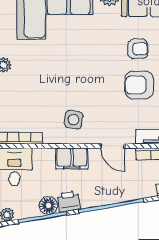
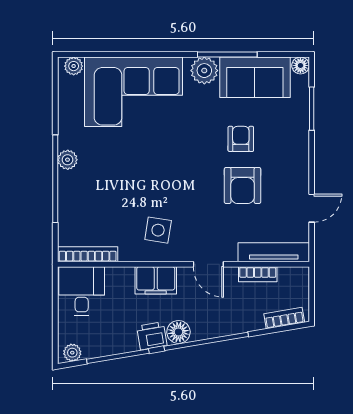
armchair: (138, 49) -> (241, 139), turned -90
armchair: (139, 85) -> (243, 185), turned -90
floor lamp: (48, 205) -> (178, 332), moved

